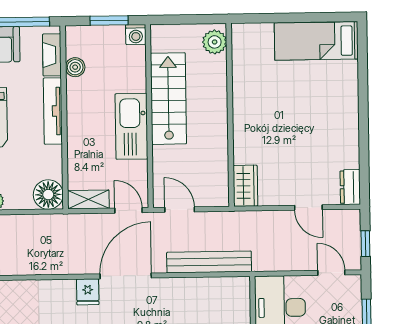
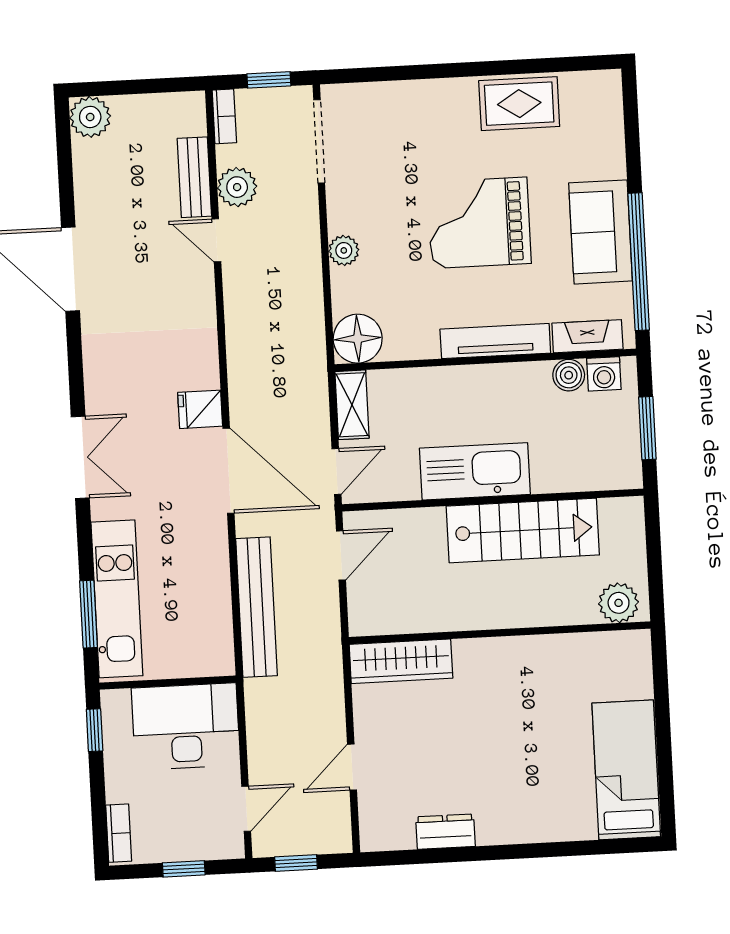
washing machine: (136, 35) -> (604, 374), moved, turned -90
wardrobe: (245, 186) -> (401, 661), width x1.50
dresser: (350, 187) -> (445, 832), moved

